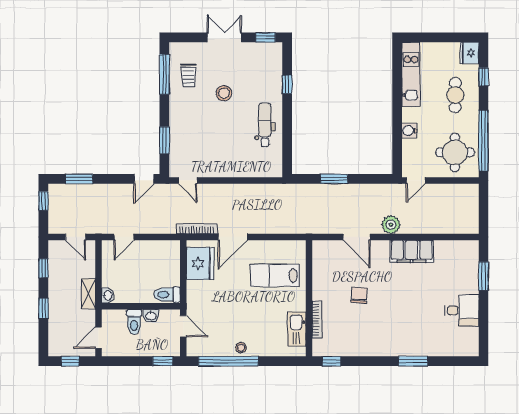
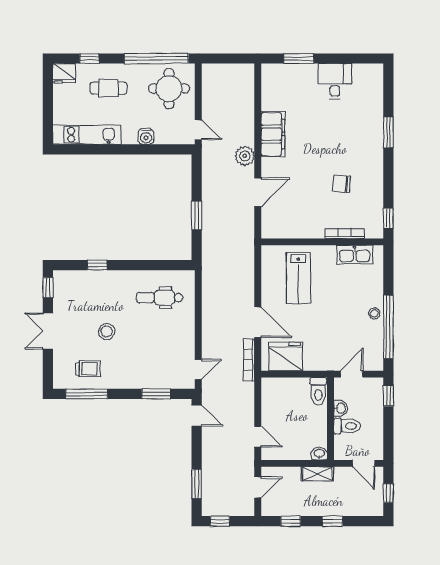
dental chair: (265, 125) -> (160, 298), moved
chair: (359, 295) -> (342, 184), moved

